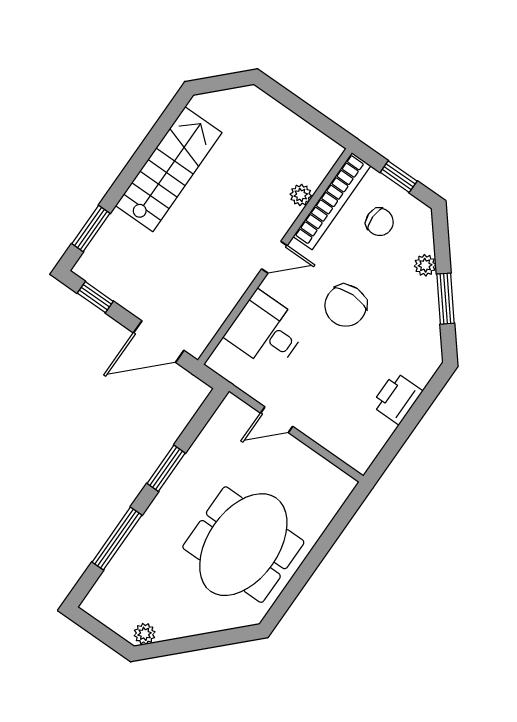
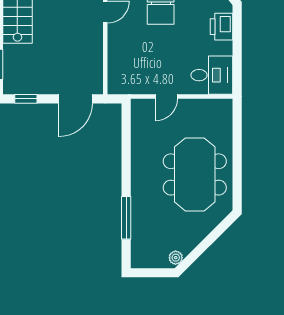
desk: (266, 331) -> (212, 75), moved, turned 180
printer: (397, 398) -> (222, 27), moved
window: (166, 468) -> (126, 163), removed

